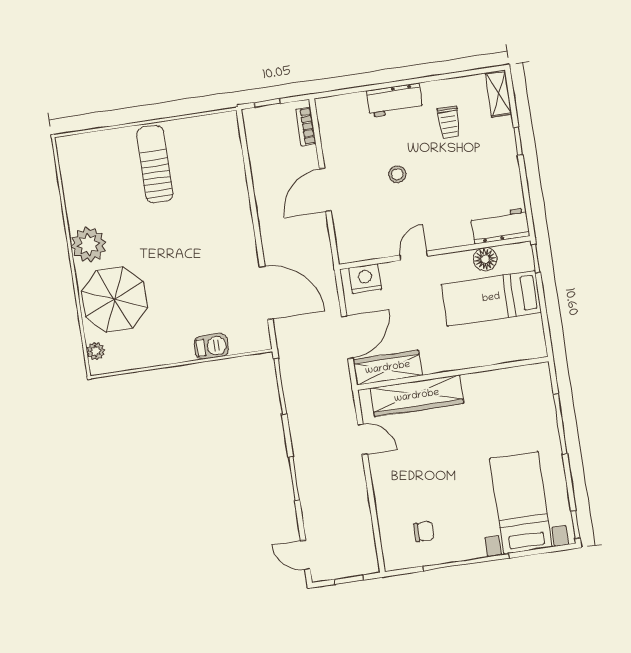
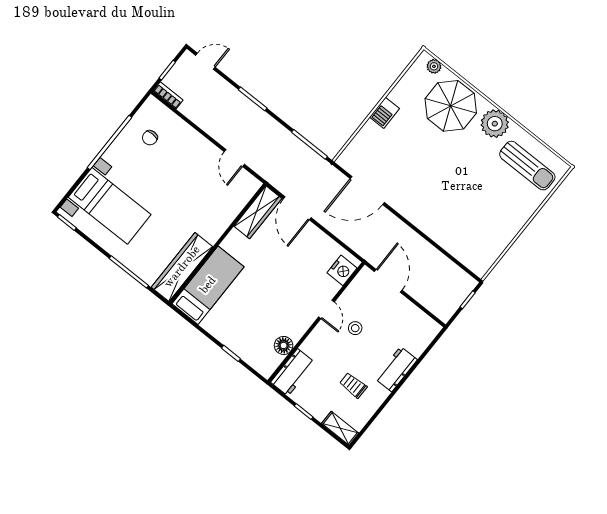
bookcase: (306, 126) -> (168, 95), moved
sun lounger: (155, 164) -> (527, 166), moved
workbench: (500, 226) -> (293, 372), moved
wall: (435, 253) -> (316, 322), moved
door: (414, 256) -> (326, 309), moved
floor lamp: (485, 259) -> (284, 345), moved
nightstand: (365, 279) -> (342, 270), moved
bed: (491, 298) -> (208, 285), moved
barbecue: (211, 346) -> (384, 113), moved
wardrobe: (417, 396) -> (182, 267), moved
door: (363, 439) -> (234, 158), hinge flipped

